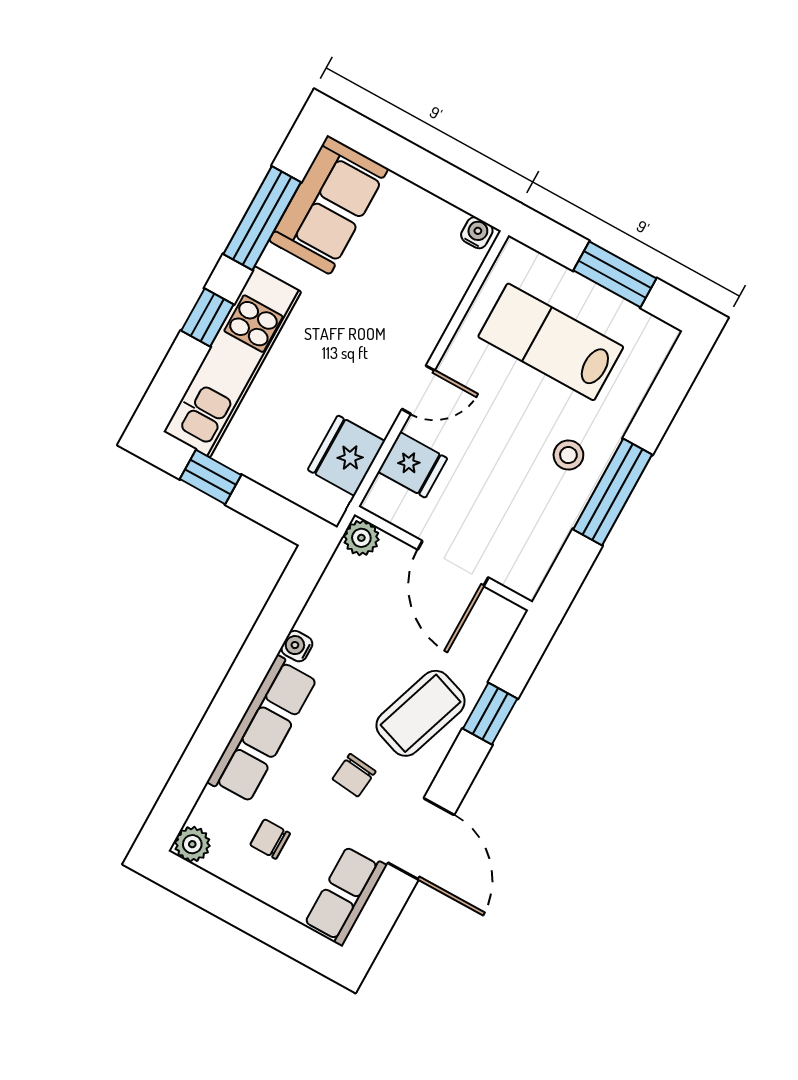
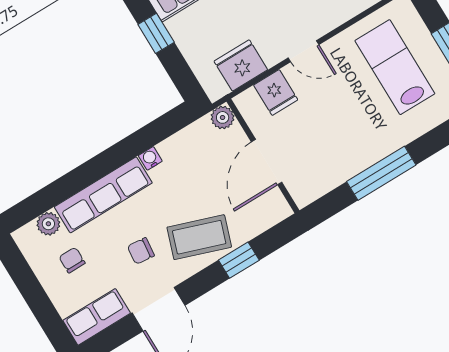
stool: (568, 455) -> (368, 138), removed
plant: (192, 844) -> (48, 224), moved

